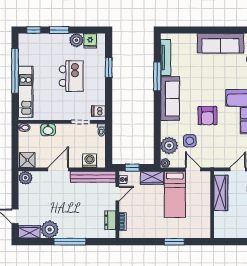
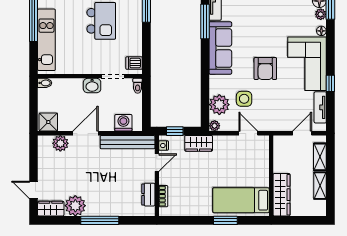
washbasin: (48, 130) -> (92, 86), moved
plant: (25, 178) -> (60, 143), moved
wardrobe: (221, 193) -> (282, 195), moved
bed: (175, 194) -> (241, 200), moved, turned 90

